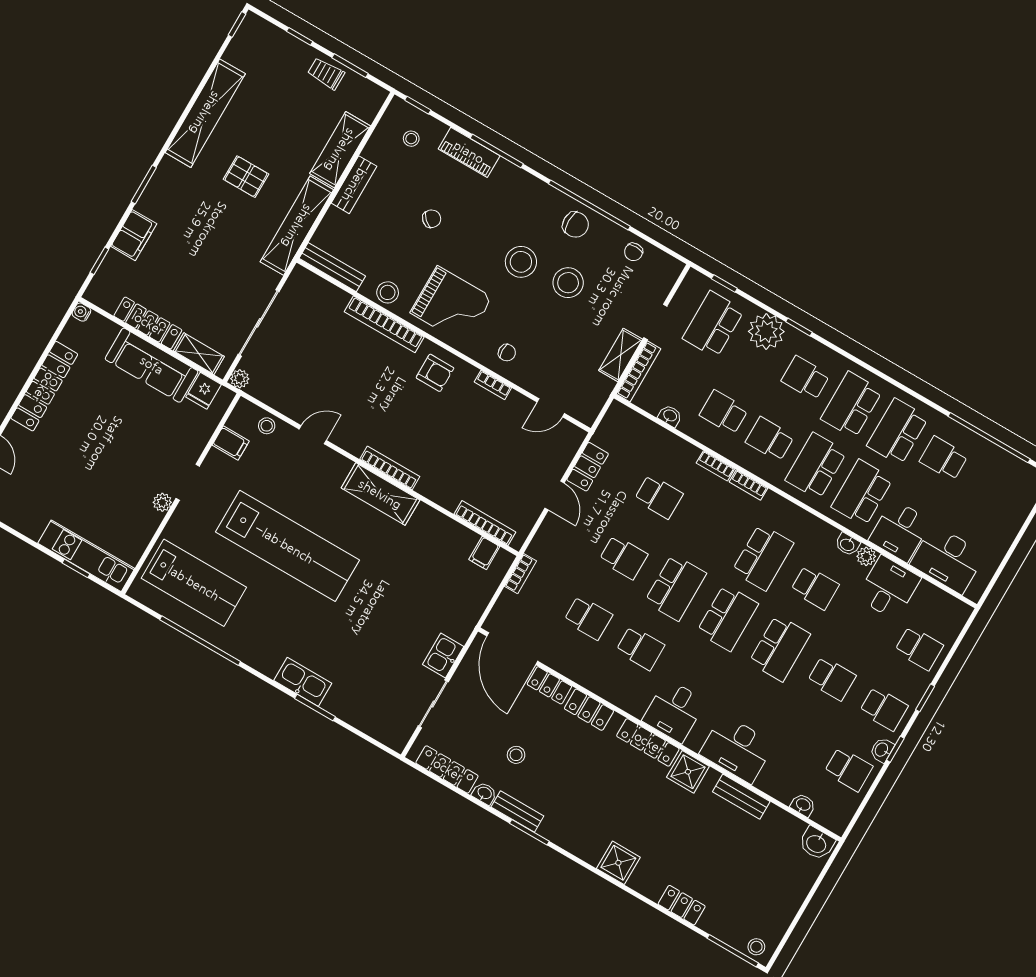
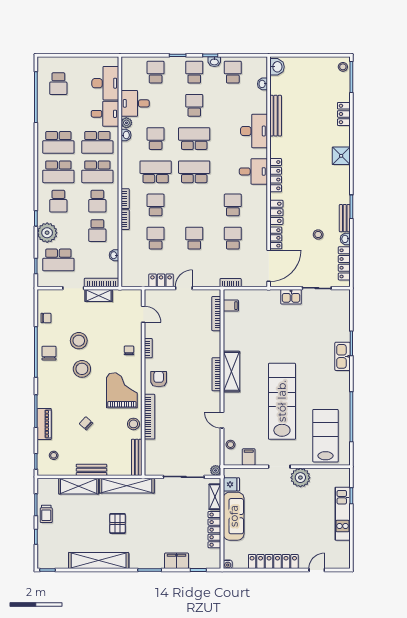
school desk: (944, 458) -> (58, 84), moved
plant: (162, 502) -> (300, 478), width x1.88, depth x1.88
kitchen unit: (86, 556) -> (343, 514), moved
school desk: (675, 588) -> (156, 205), moved, width x0.54
shower: (688, 772) -> (279, 148), removed
bench: (741, 797) -> (276, 116), width x1.36

